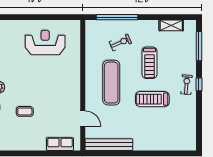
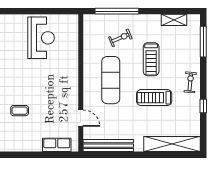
reception desk: (45, 42) -> (41, 38), turned 90
window: (199, 84) -> (203, 106), moved
shelving: (169, 143) -> (172, 144), added

